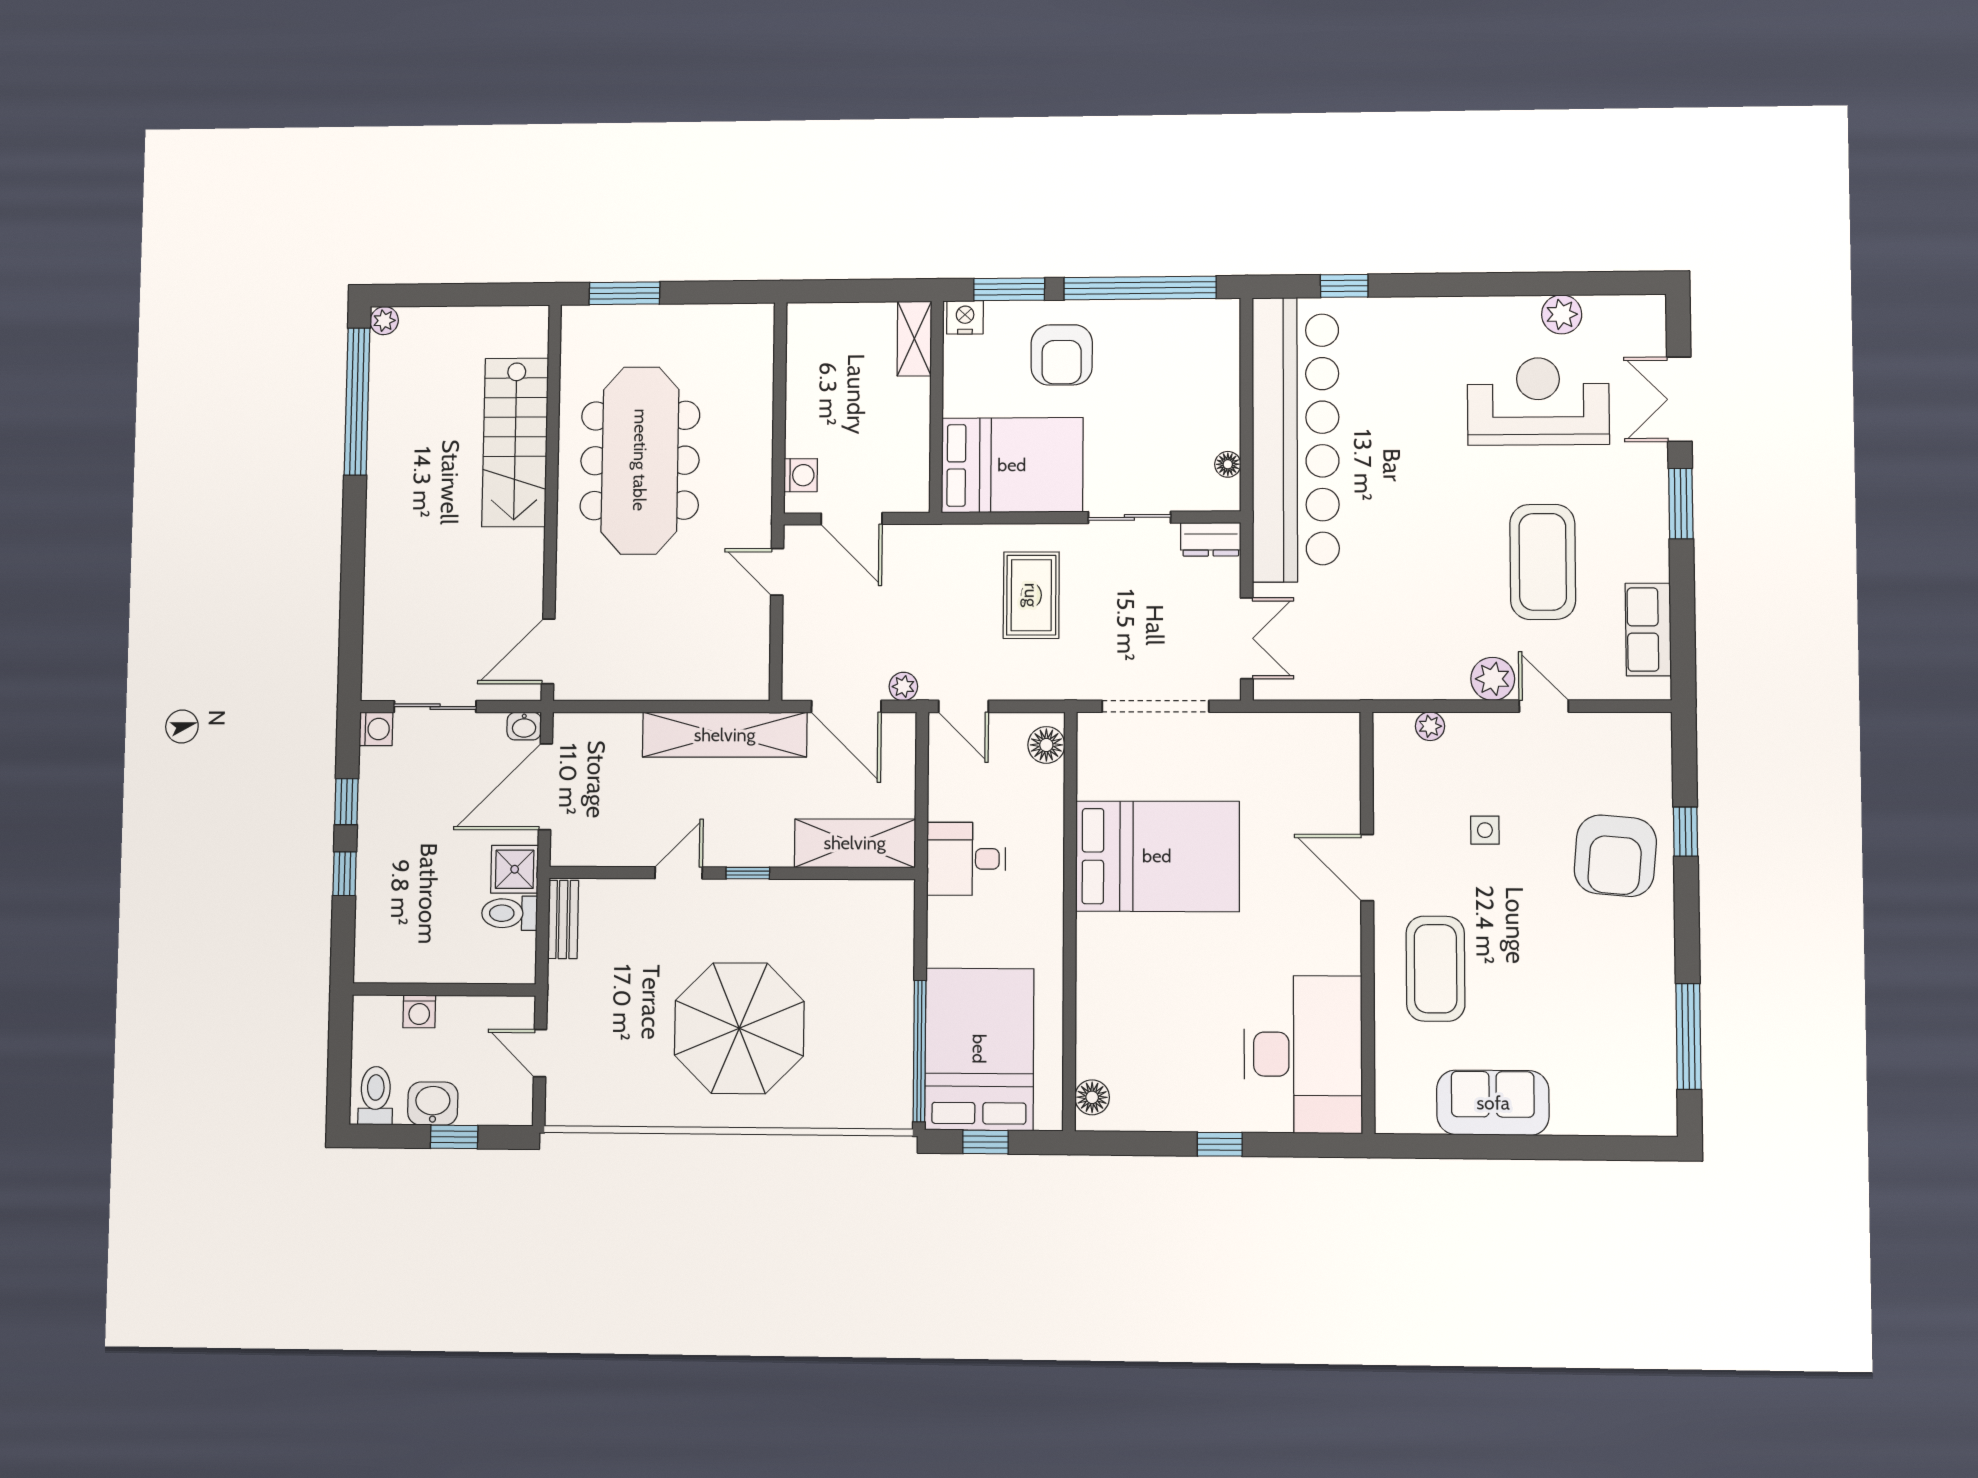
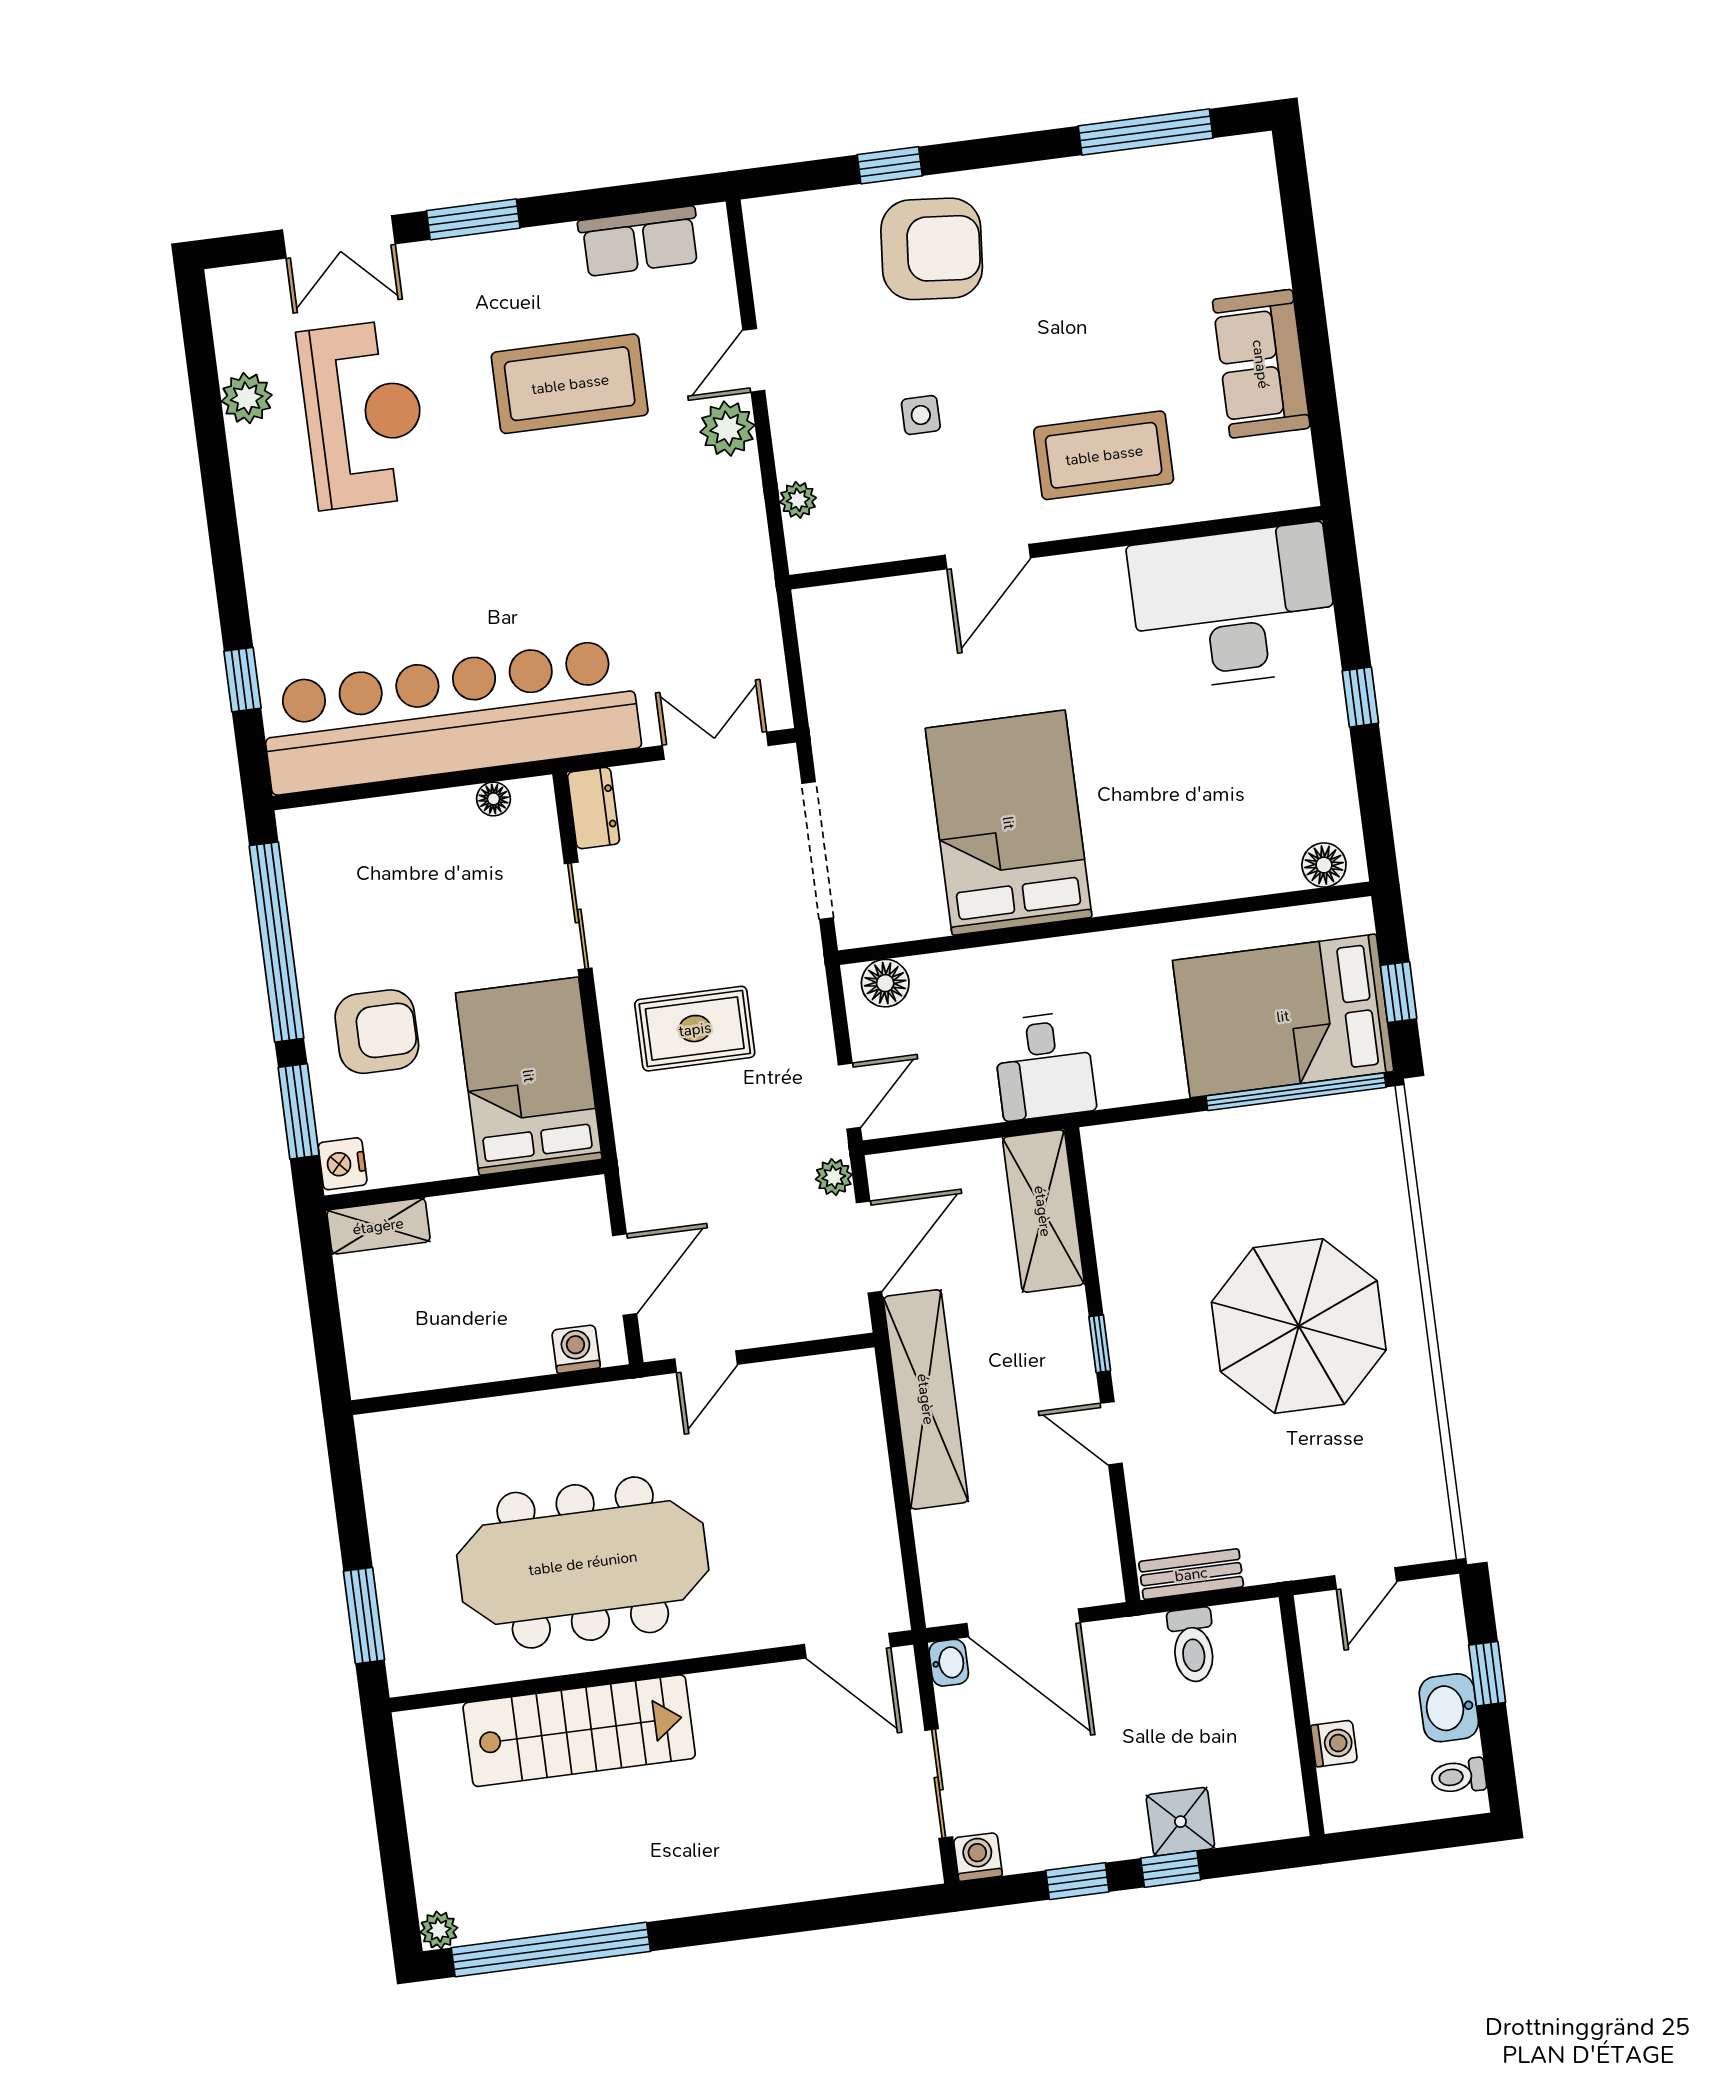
reception desk: (1538, 401) -> (363, 414), turned 180
shower: (515, 869) -> (1180, 1822), moved
toilet: (376, 1096) -> (1458, 1776), width x0.73, depth x0.72

